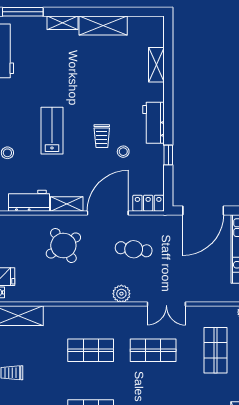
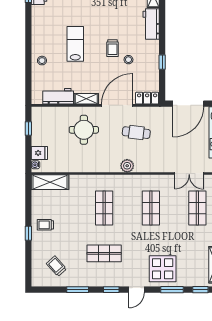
workbench: (154, 123) -> (151, 24), moved
round table: (63, 246) -> (84, 130), turned 33
double door: (166, 304) -> (189, 174), moved
shop shelf: (91, 350) -> (104, 208), turned 90
shop shelf: (153, 350) -> (151, 208), turned 90

